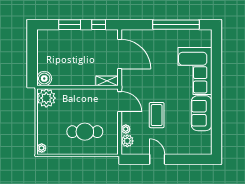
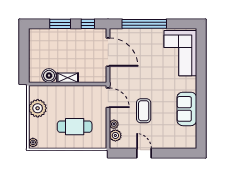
window: (176, 25) -> (144, 24), moved
corner sofa: (195, 71) -> (180, 53), moved
boiler: (44, 78) -> (49, 76), moved
shelving: (107, 81) -> (68, 78), moved
plant: (46, 98) -> (38, 108), moved

